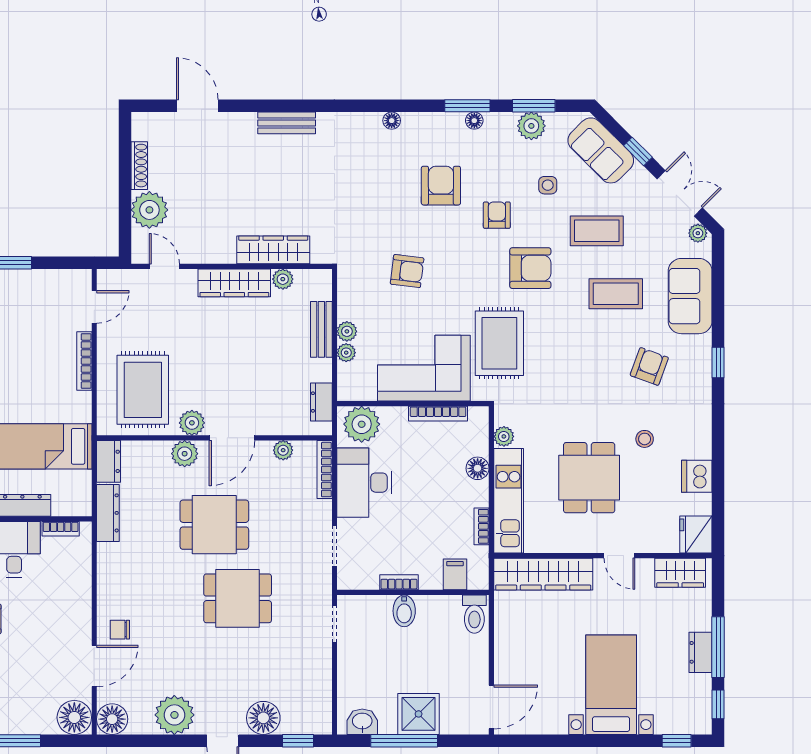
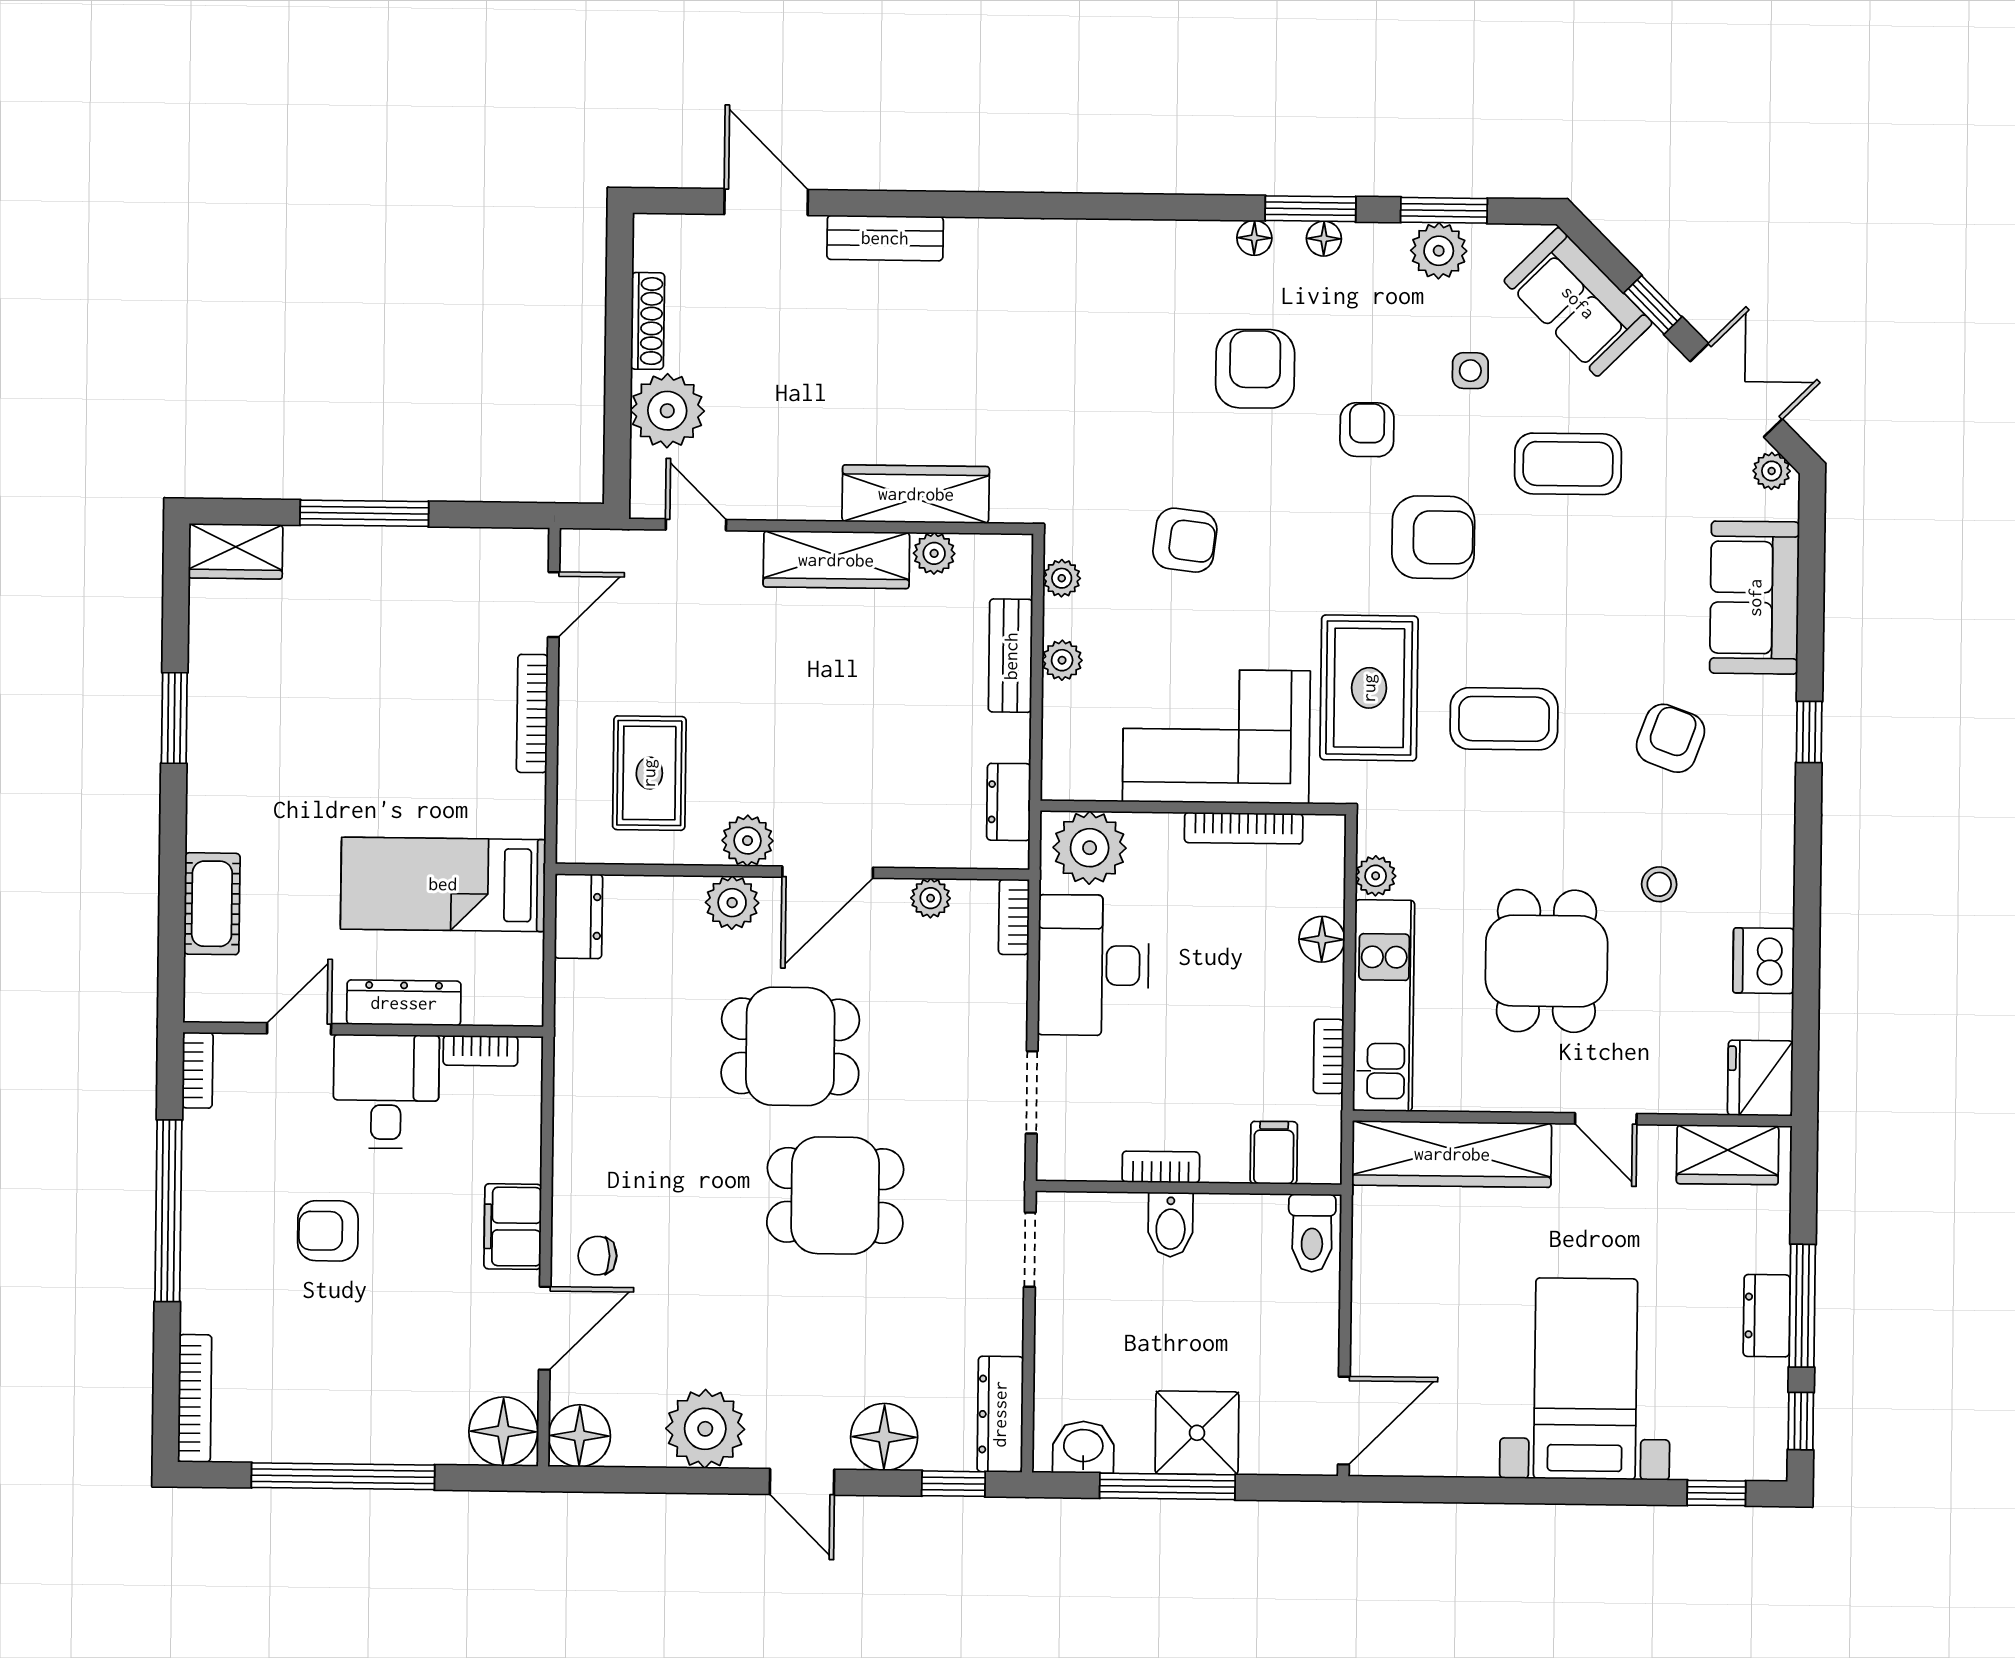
floor lamp: (392, 121) -> (1254, 238), moved
bench: (287, 123) -> (885, 238), moved
coffee table: (616, 294) -> (1504, 719), moved
plant: (346, 353) -> (1062, 578), moved
rug: (143, 390) -> (649, 773), width x0.73, depth x0.70
bookcase: (325, 470) -> (1014, 917), width x0.64
dresser: (108, 513) -> (1000, 1414), moved, turned 180
filing cabinet: (78, 616) -> (513, 1227), added

